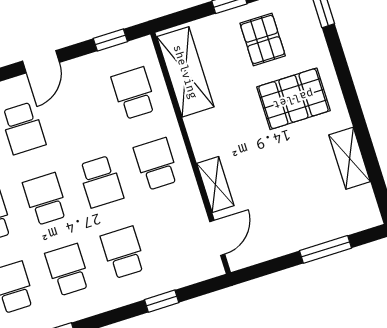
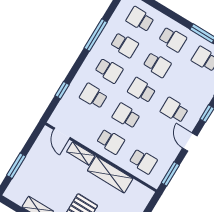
window: (110, 40) -> (170, 174), width x1.50
shelving: (185, 72) -> (110, 175), moved
school desk: (45, 199) -> (142, 90), turned 180
school desk: (123, 252) -> (93, 96), turned 180

